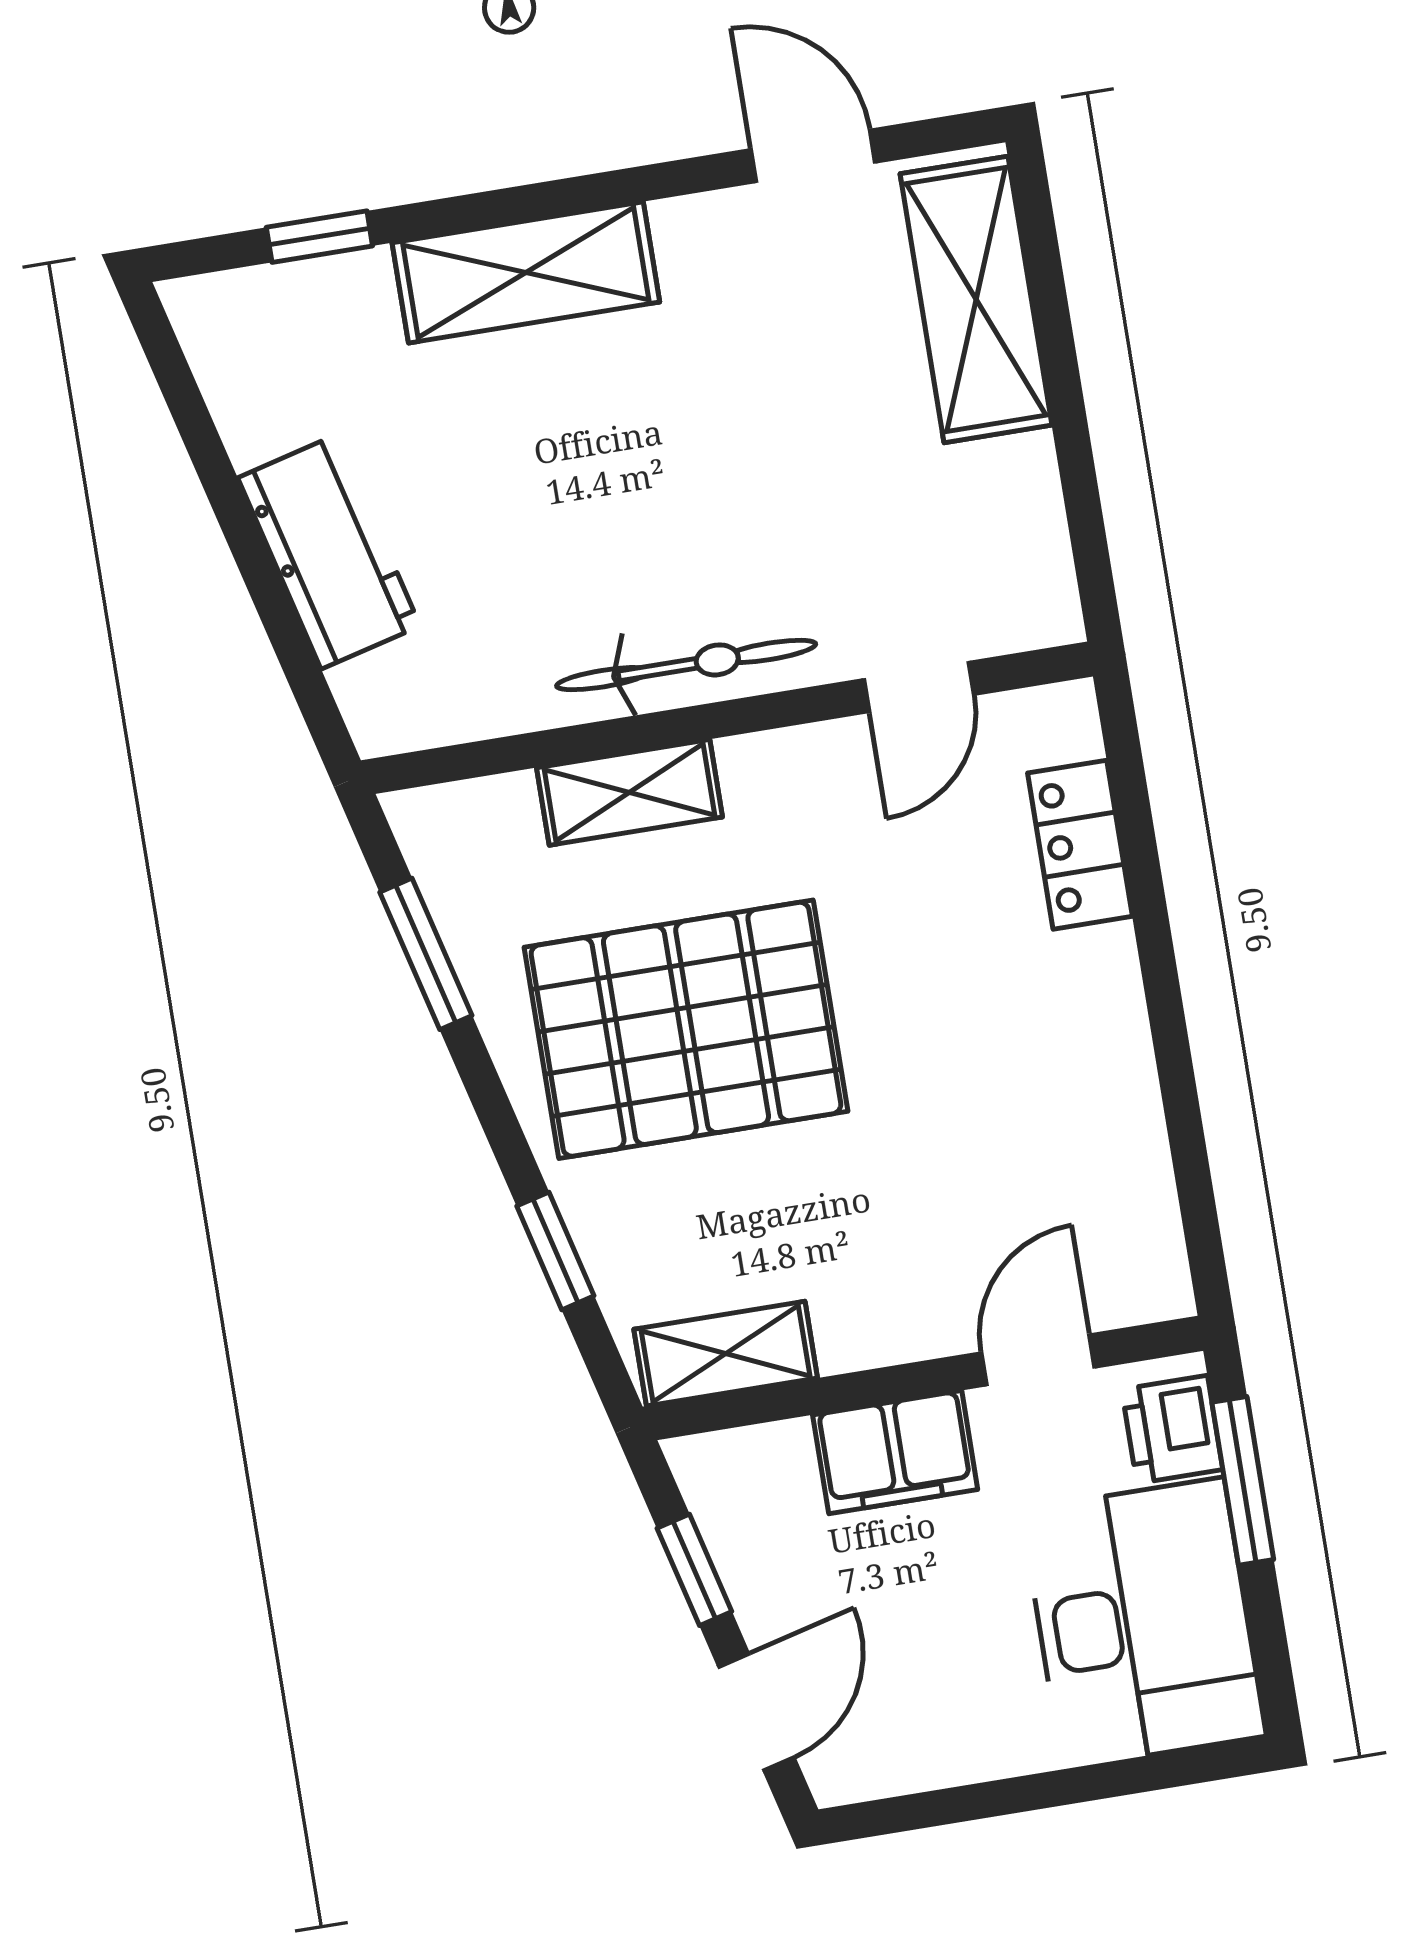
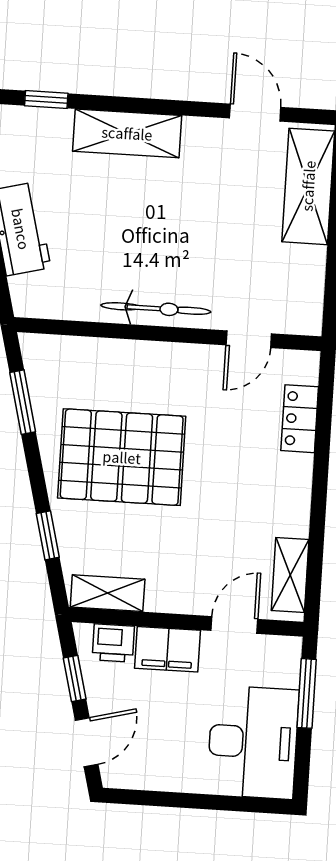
shelving: (629, 792) -> (290, 575), moved, turned 90
printer: (1172, 1429) -> (113, 643), moved, turned -90

